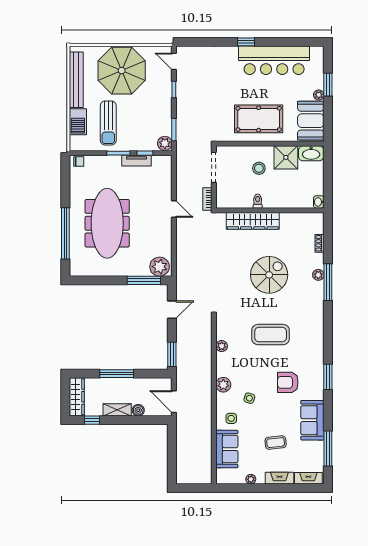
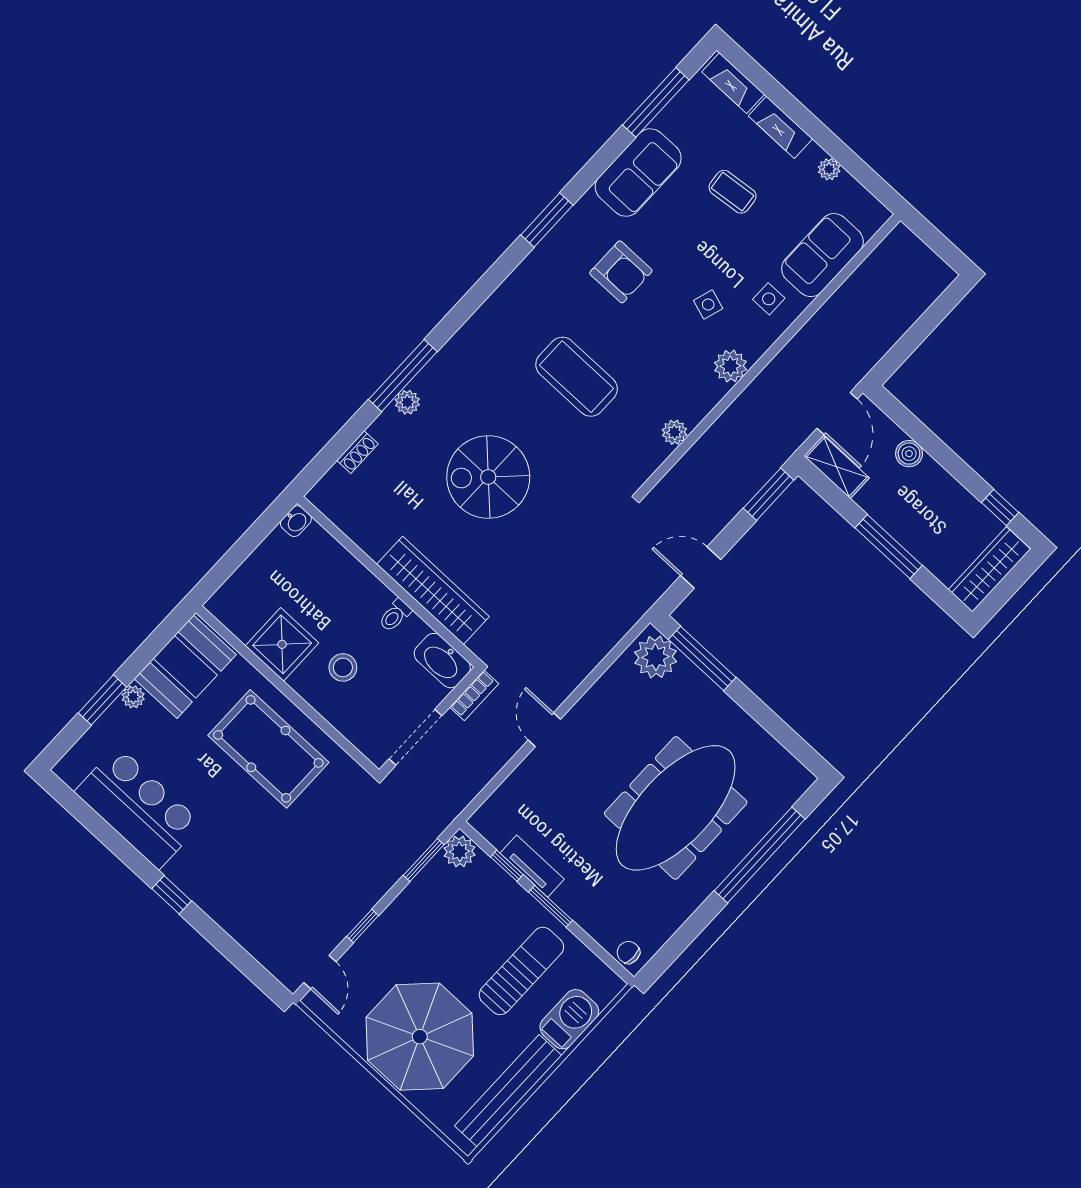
bar counter: (274, 60) -> (138, 807), width x0.73
washbasin: (311, 153) -> (442, 661), moved, turned 180
shelving: (117, 410) -> (837, 467), moved

